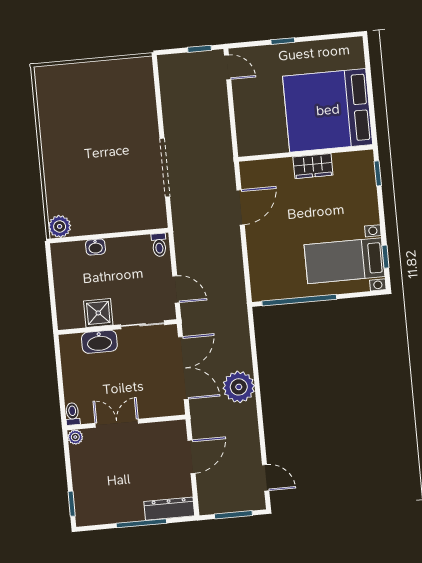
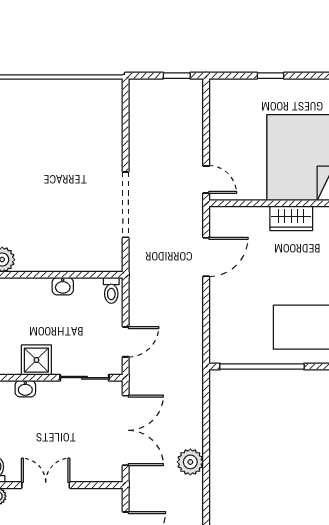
door: (228, 67) -> (206, 179), moved
washbasin: (95, 247) -> (63, 286), moved
door: (176, 289) -> (126, 342), hinge flipped
washbasin: (99, 342) -> (25, 389), width x0.52, depth x0.69
plant: (239, 387) -> (190, 462), width x0.73, depth x0.73

